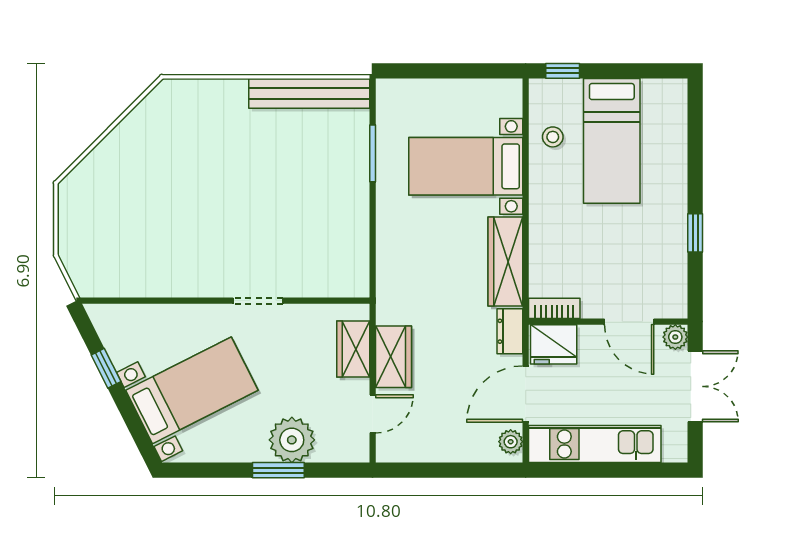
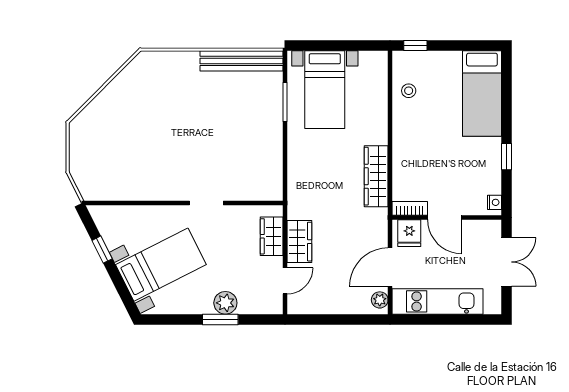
bed: (612, 141) -> (482, 93), moved
bed with nightstands: (466, 166) -> (325, 90), moved, turned -90
nightstand: (678, 300) -> (495, 202), added
door: (629, 322) -> (445, 217), moved
dresser: (510, 331) -> (379, 224), removed
plant: (675, 337) -> (493, 228), removed
fridge: (554, 344) -> (409, 233), width x0.72
plant: (292, 440) -> (225, 303), width x0.73, depth x0.73

